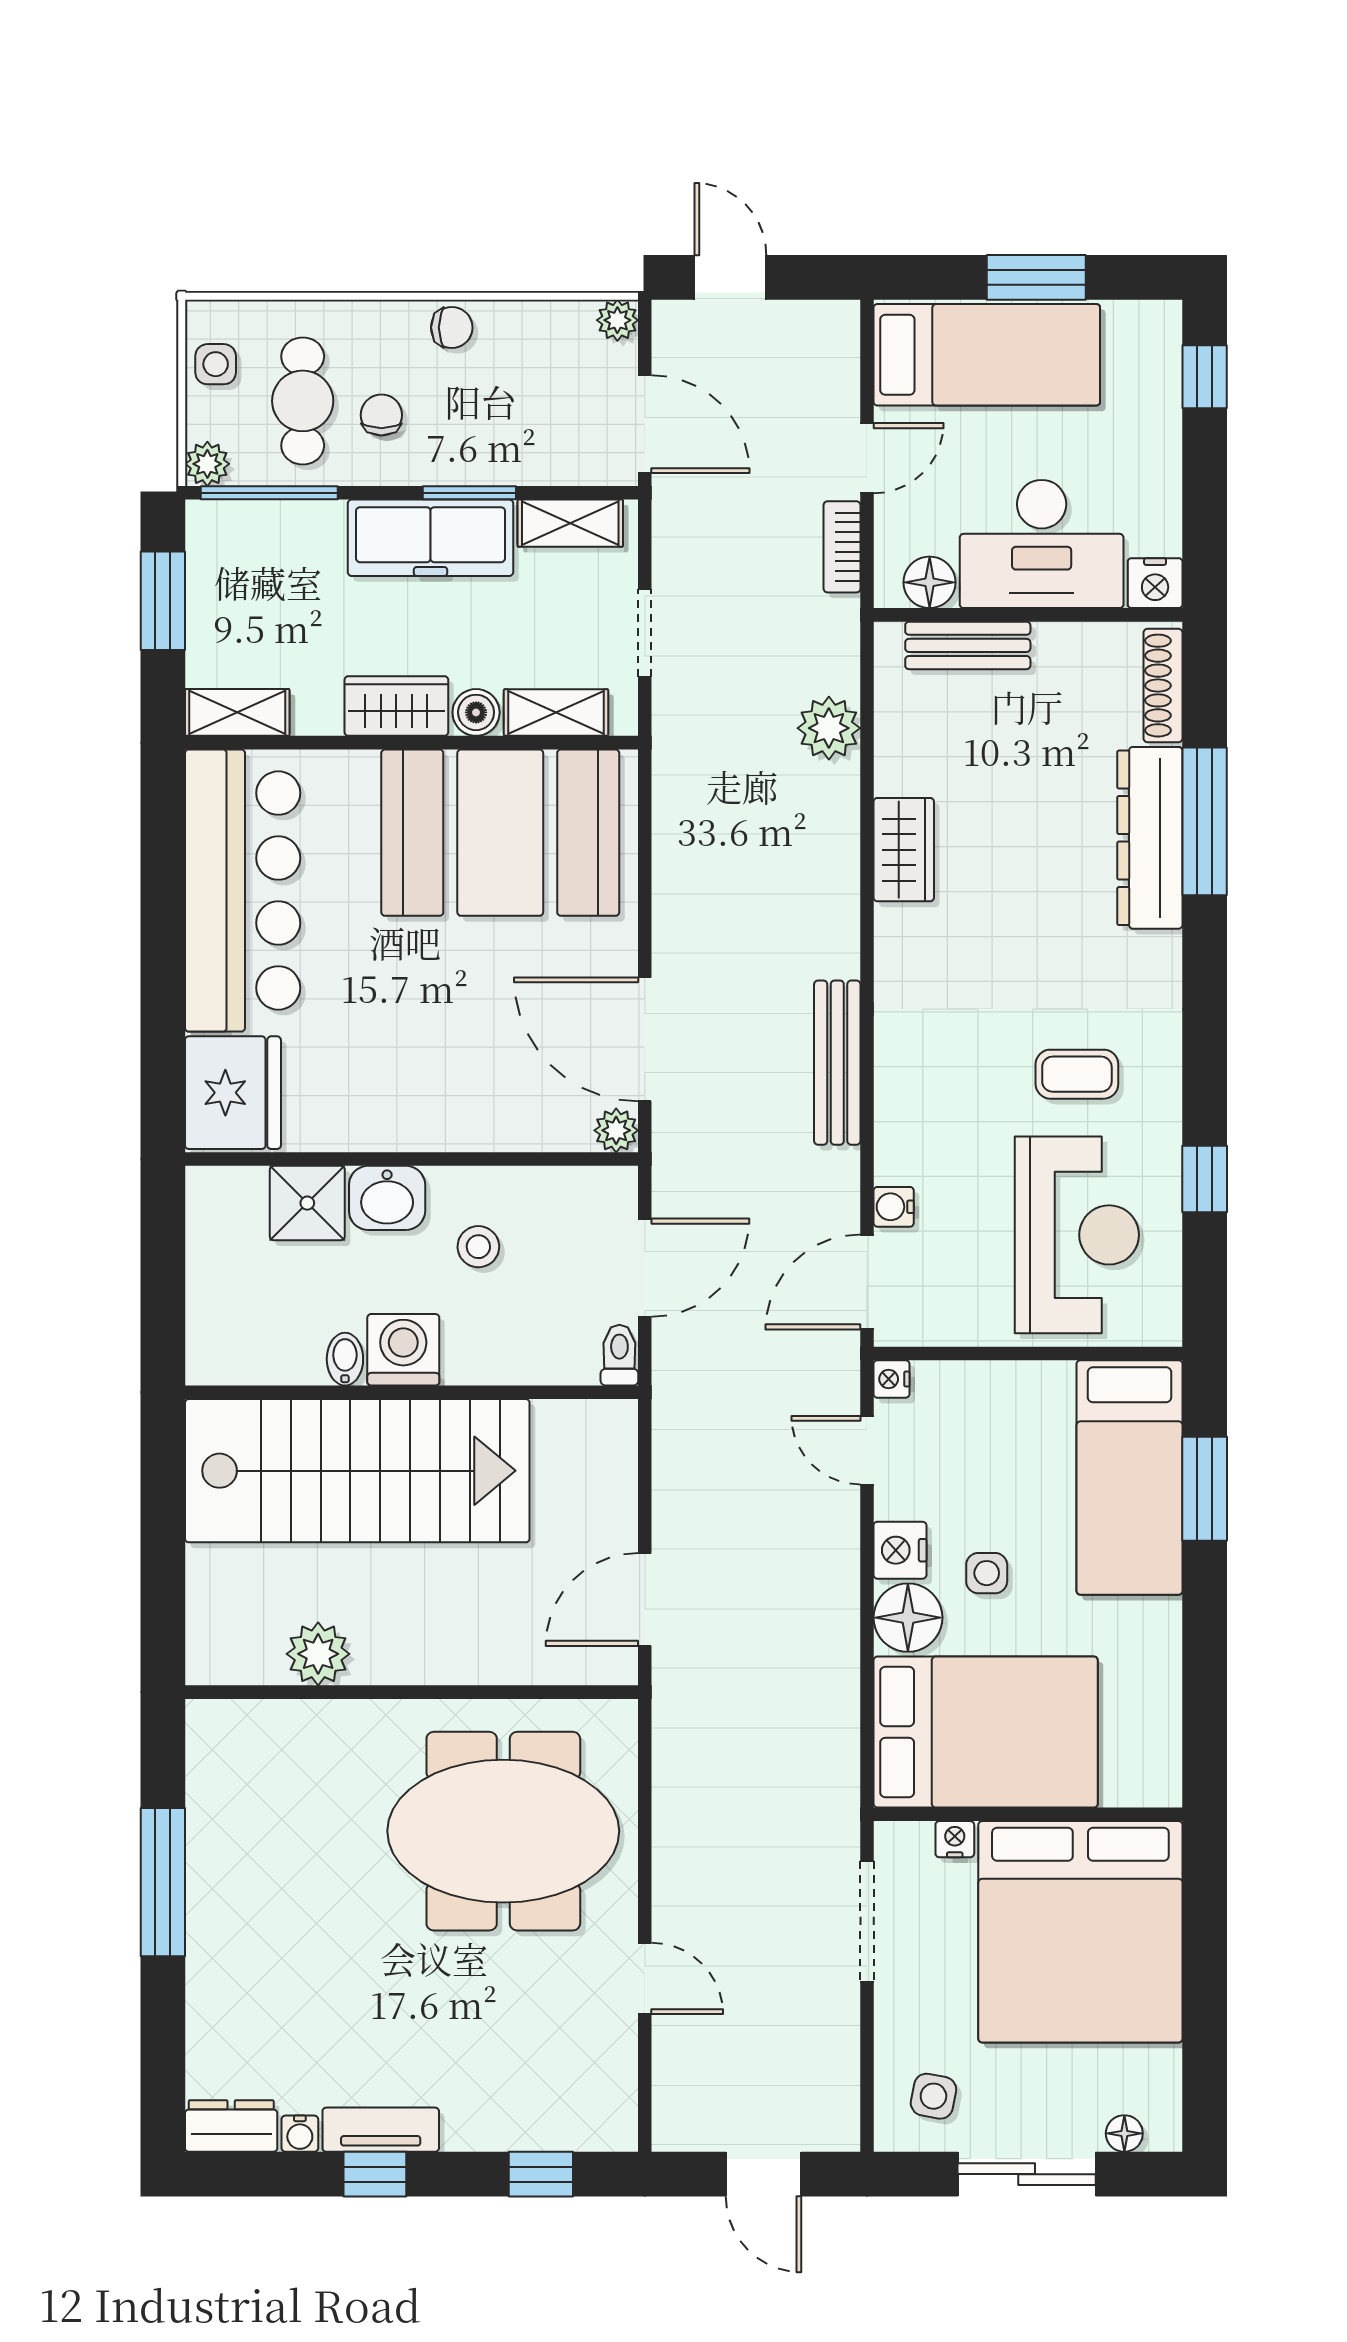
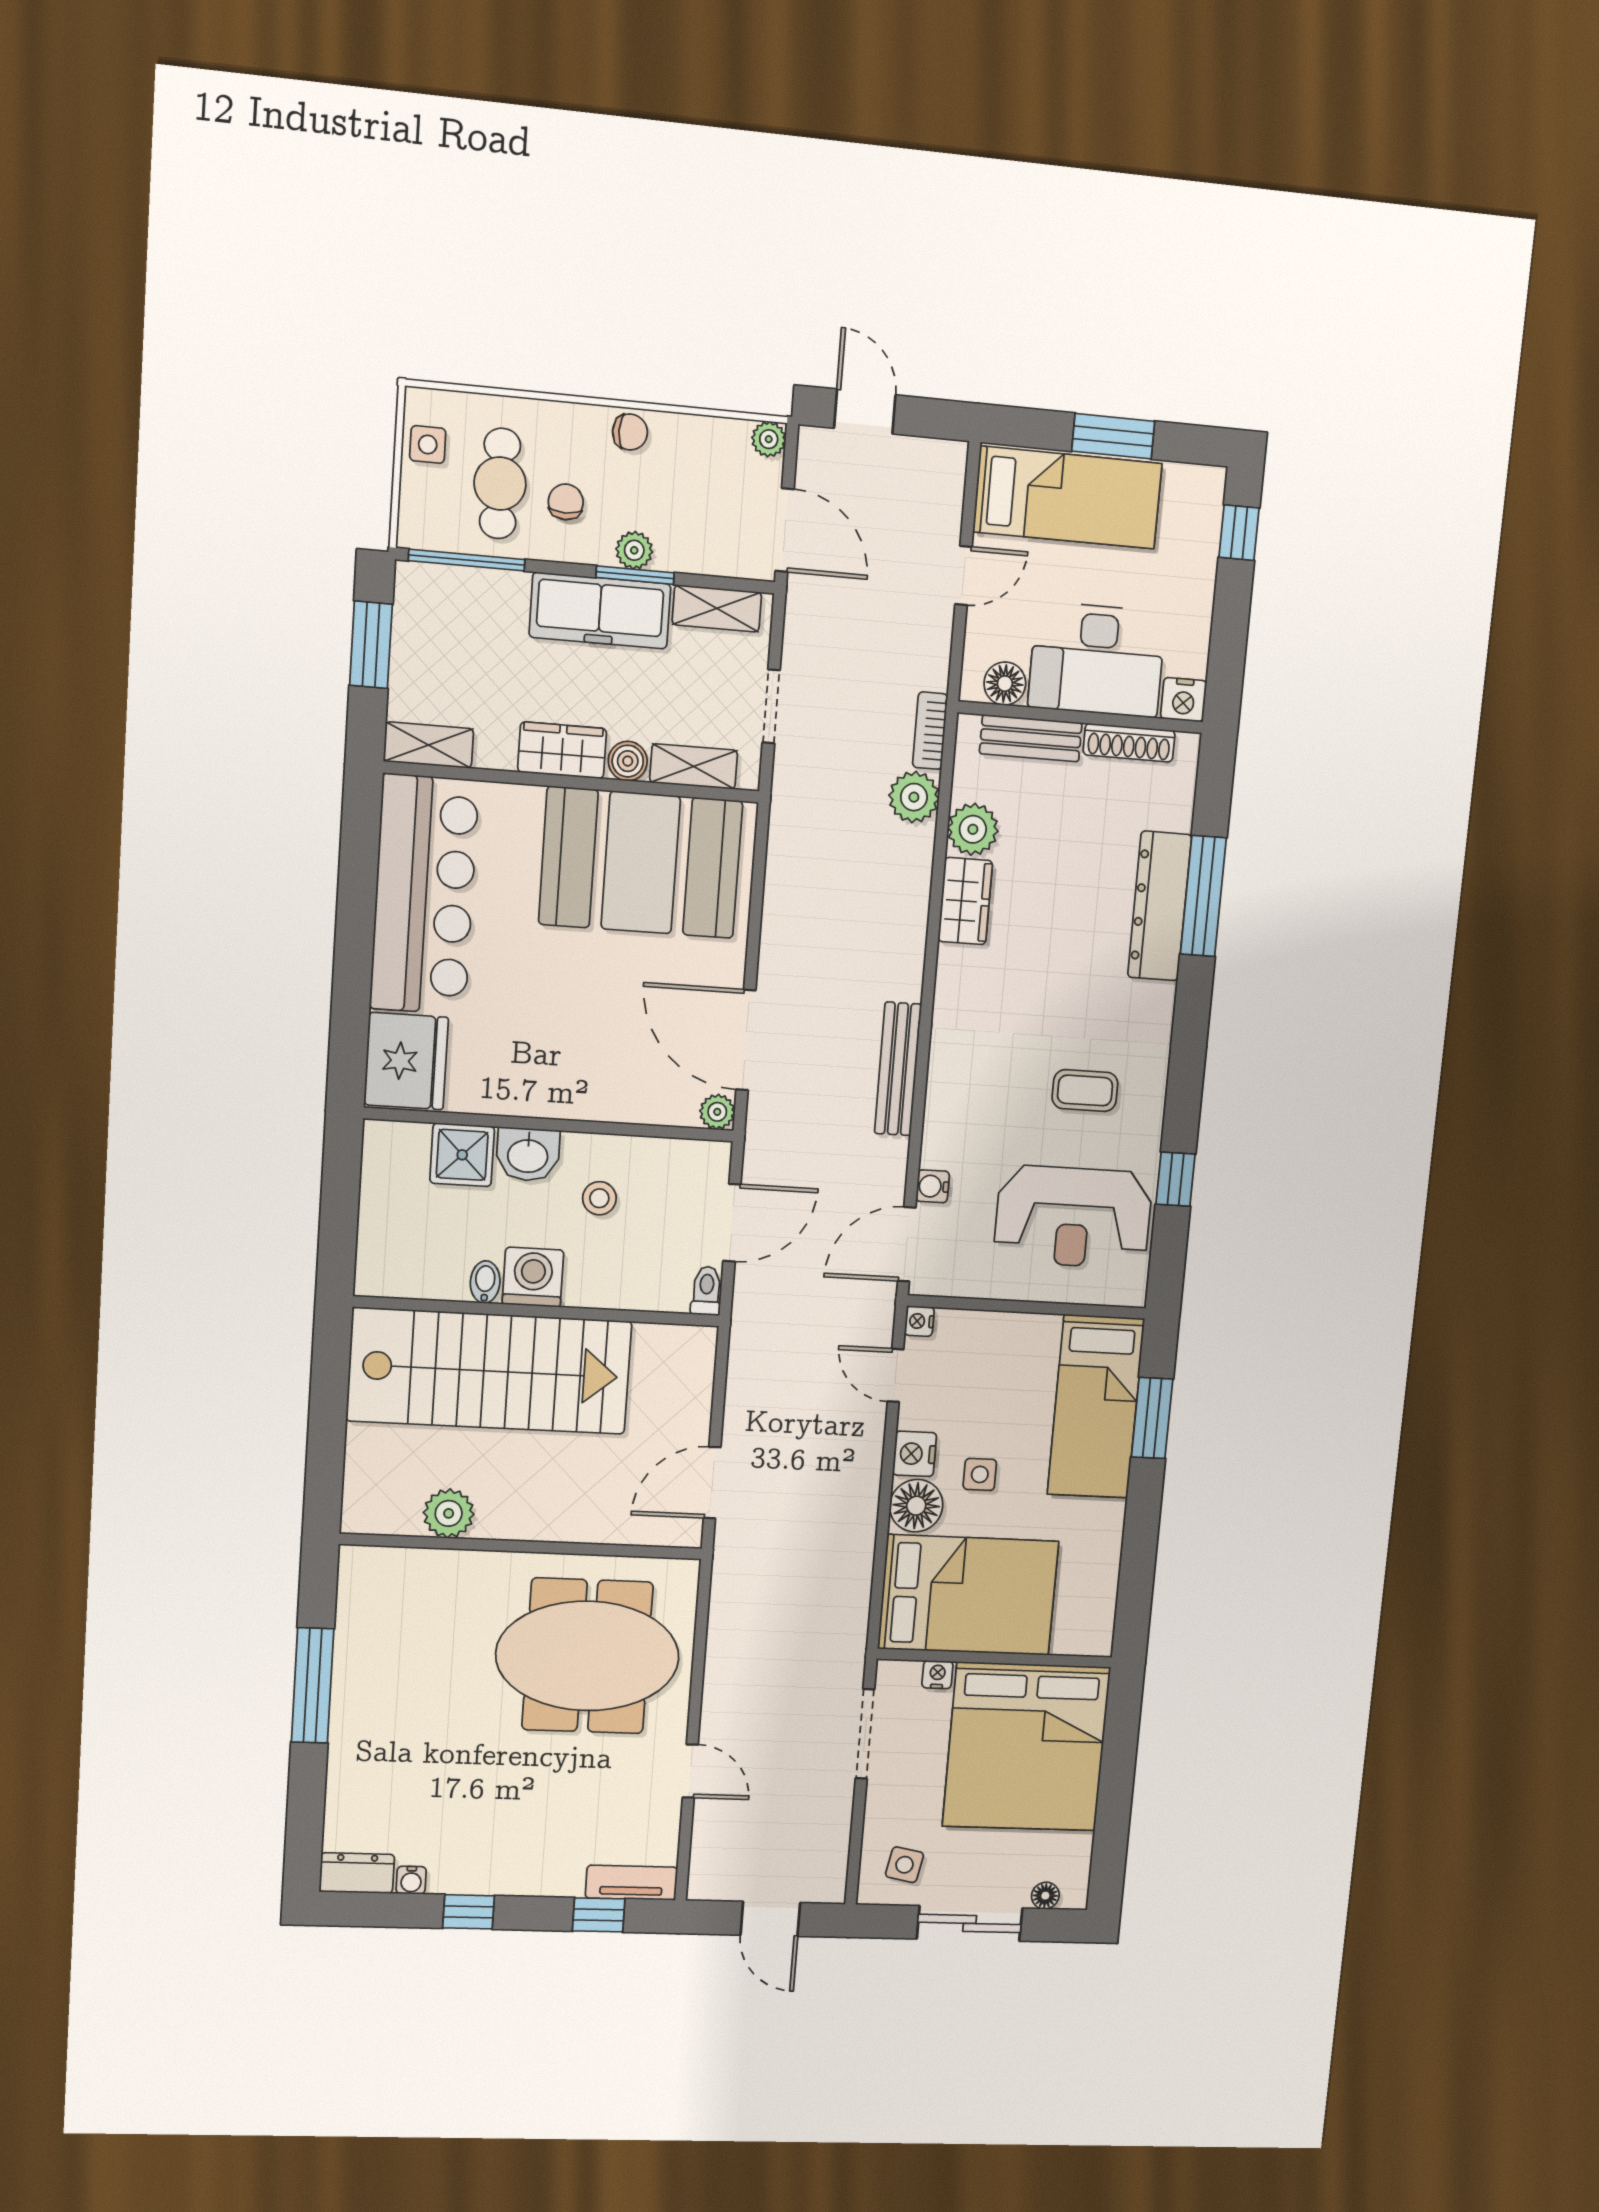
plant: (207, 464) -> (634, 550), moved
bookcase: (842, 547) -> (930, 731), moved
shoe rack: (1163, 686) -> (1129, 743), moved, turned -90
plant: (906, 761) -> (973, 829), added
reception desk: (1077, 1235) -> (1073, 1217), turned 90
tv unit: (381, 2130) -> (631, 1883), moved

